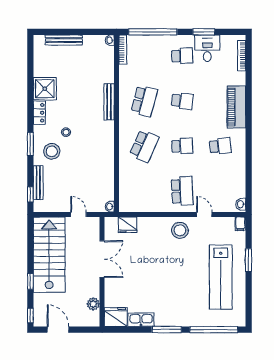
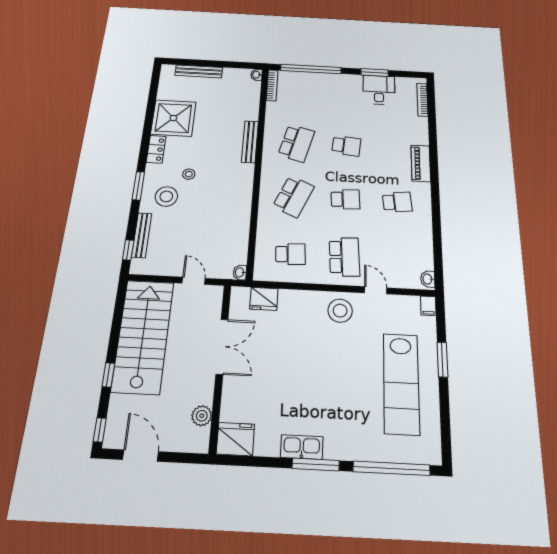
school desk: (182, 56) -> (290, 254), moved
shower: (45, 89) -> (173, 118), width x1.37, depth x1.37
piano: (236, 107) -> (421, 163), width x0.73, depth x0.75
kitchen sink: (141, 320) -> (302, 447), moved

